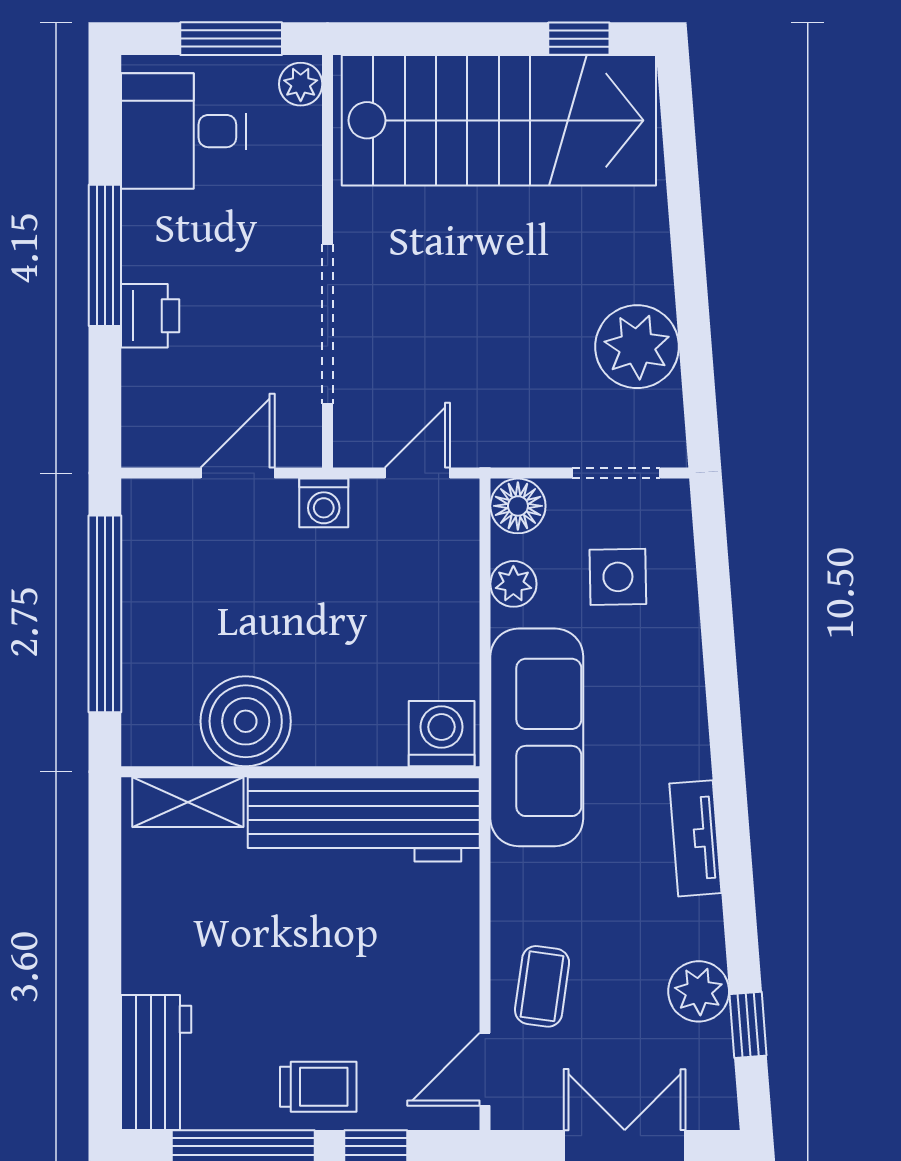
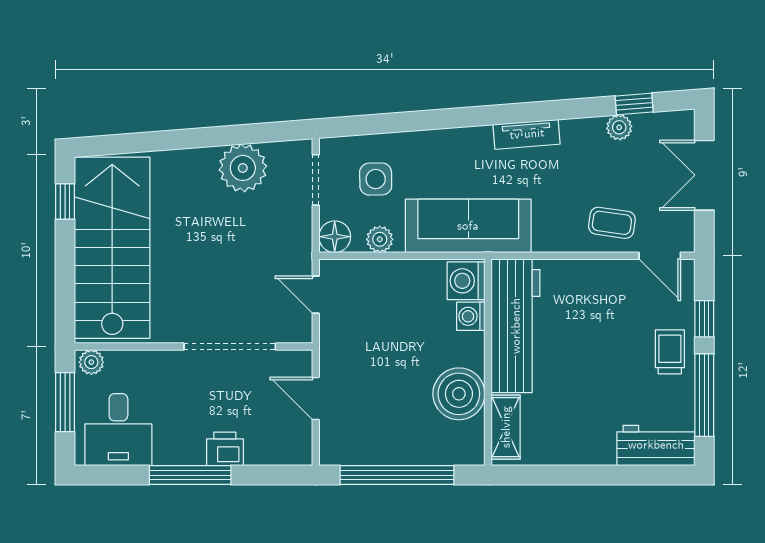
washing machine: (324, 503) -> (471, 316), moved, turned 180
plant: (699, 991) -> (619, 127), width x0.73, depth x0.73

